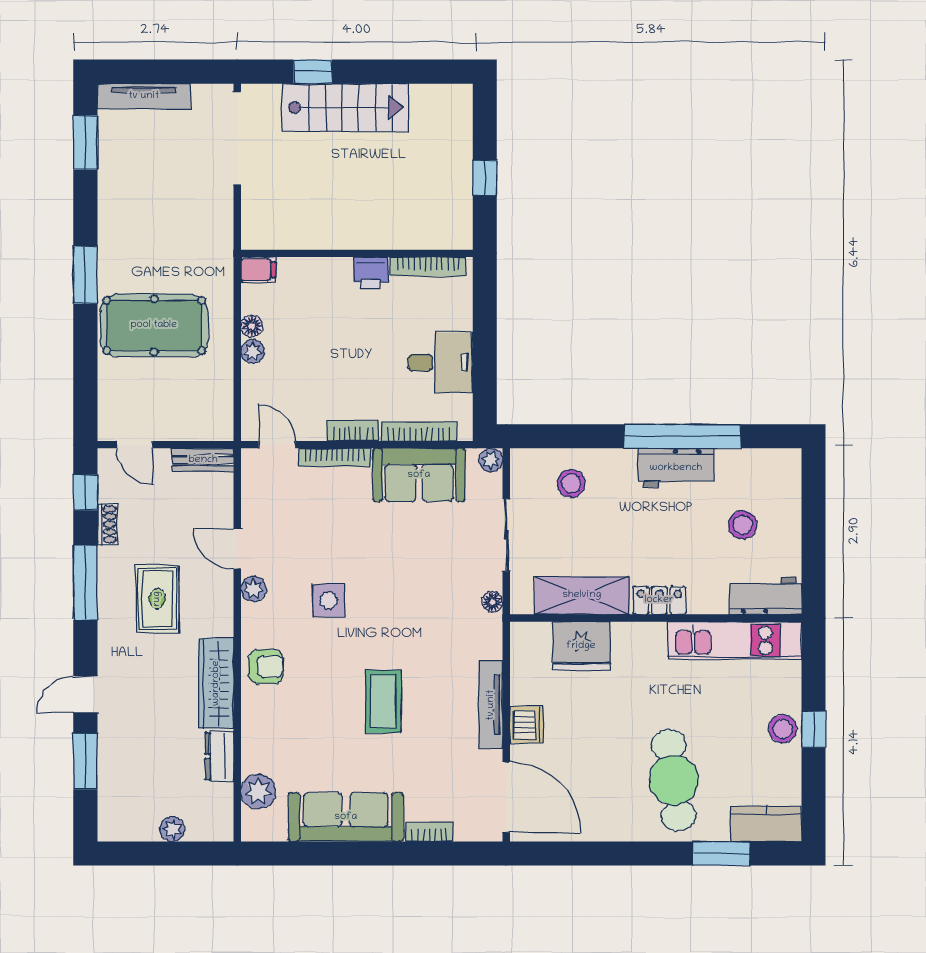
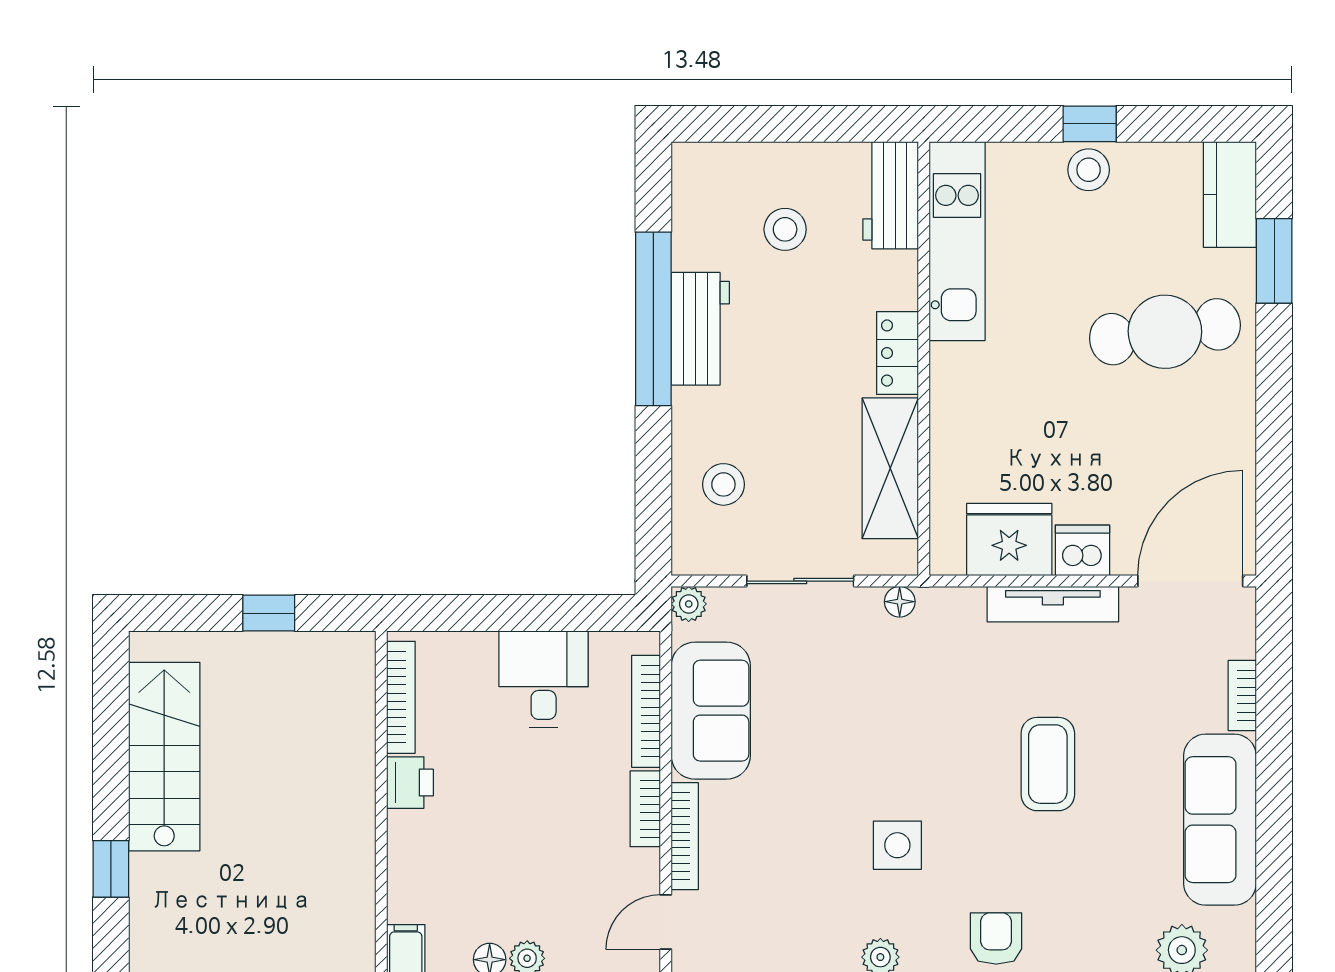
stairs: (345, 108) -> (164, 757), moved
fridge: (581, 646) -> (1009, 540), moved, turned -90
coffee table: (383, 701) -> (1048, 764), turned 90

